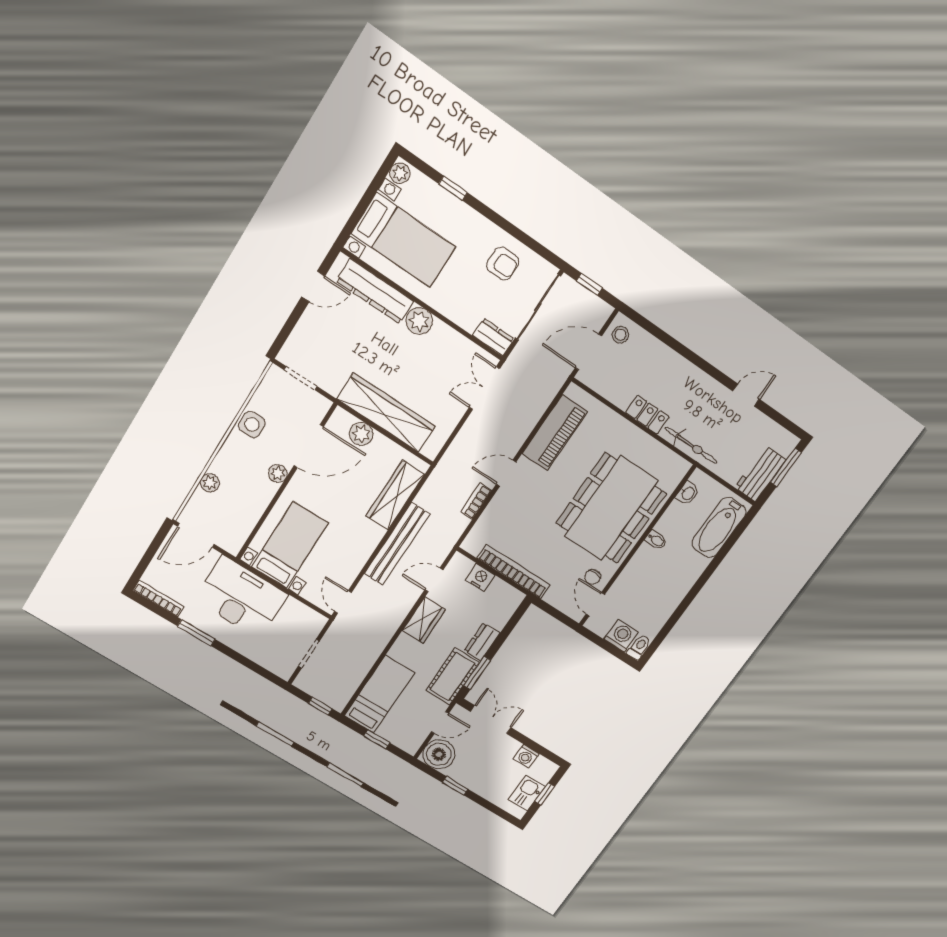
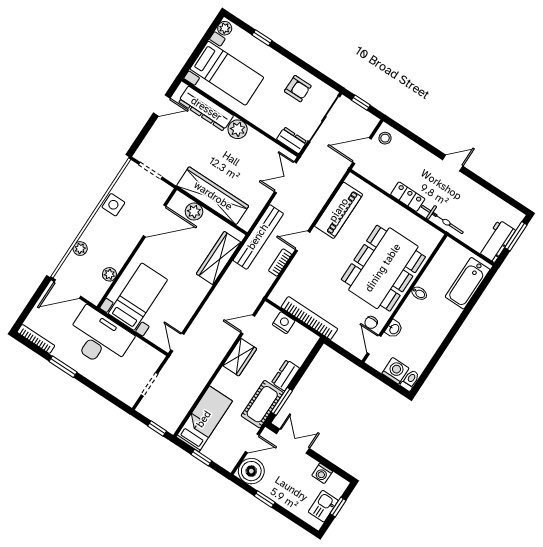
door: (746, 395) -> (453, 163), moved
plant: (278, 473) -> (109, 274), moved
washbasin: (688, 493) -> (394, 329), moved
bench: (397, 544) -> (258, 237), moved

